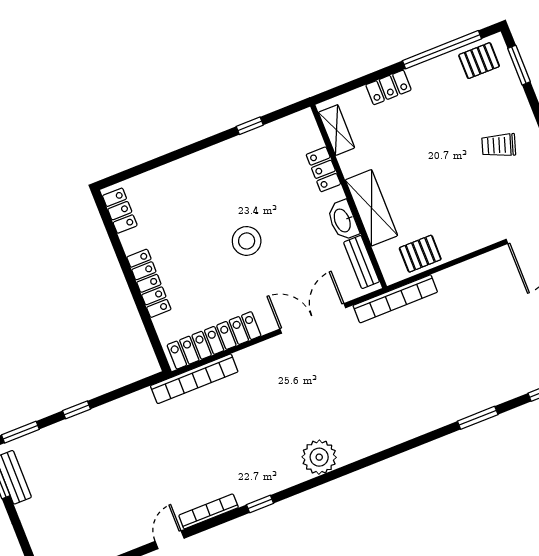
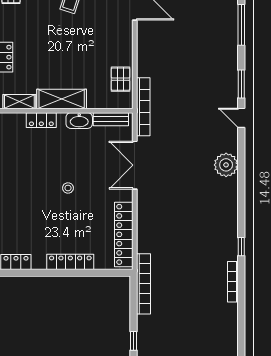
shelving: (371, 208) -> (62, 99), moved
stool: (247, 241) -> (68, 188), width x0.53, depth x0.53
bookcase: (194, 379) -> (144, 284), moved
plant: (319, 457) -> (226, 165), moved
door: (170, 540) -> (241, 118), moved

